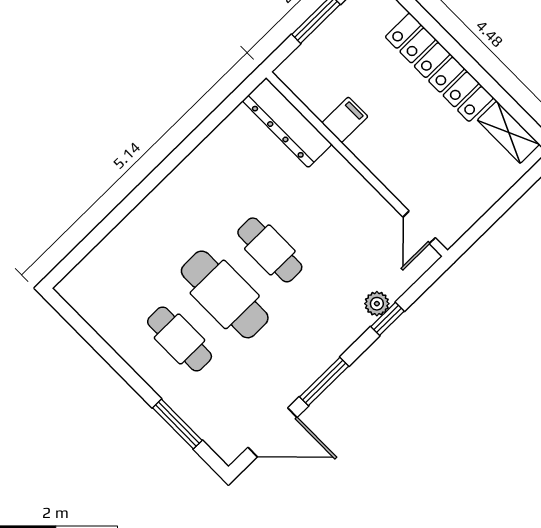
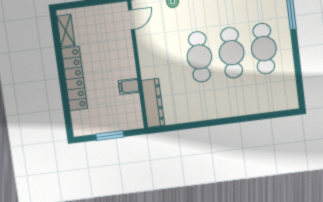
cafe table: (270, 250) -> (199, 57), width x1.37, depth x1.35
cafe table: (180, 339) -> (264, 49), width x1.37, depth x1.35

